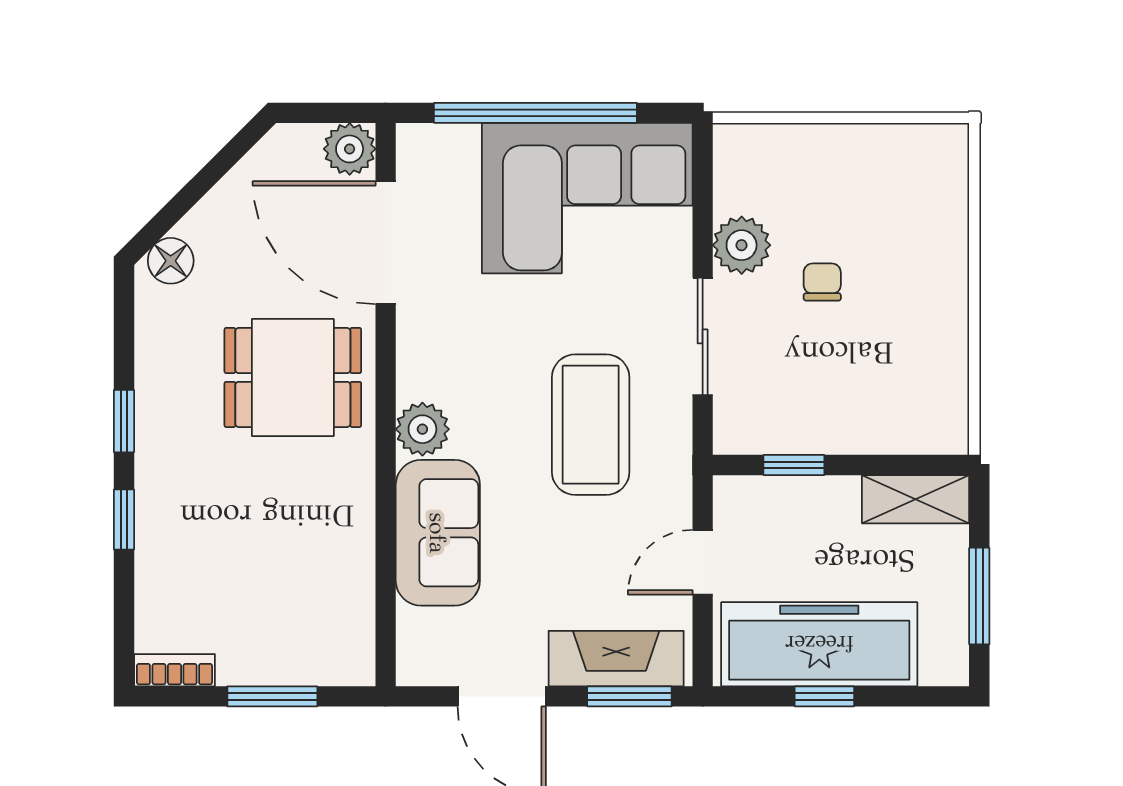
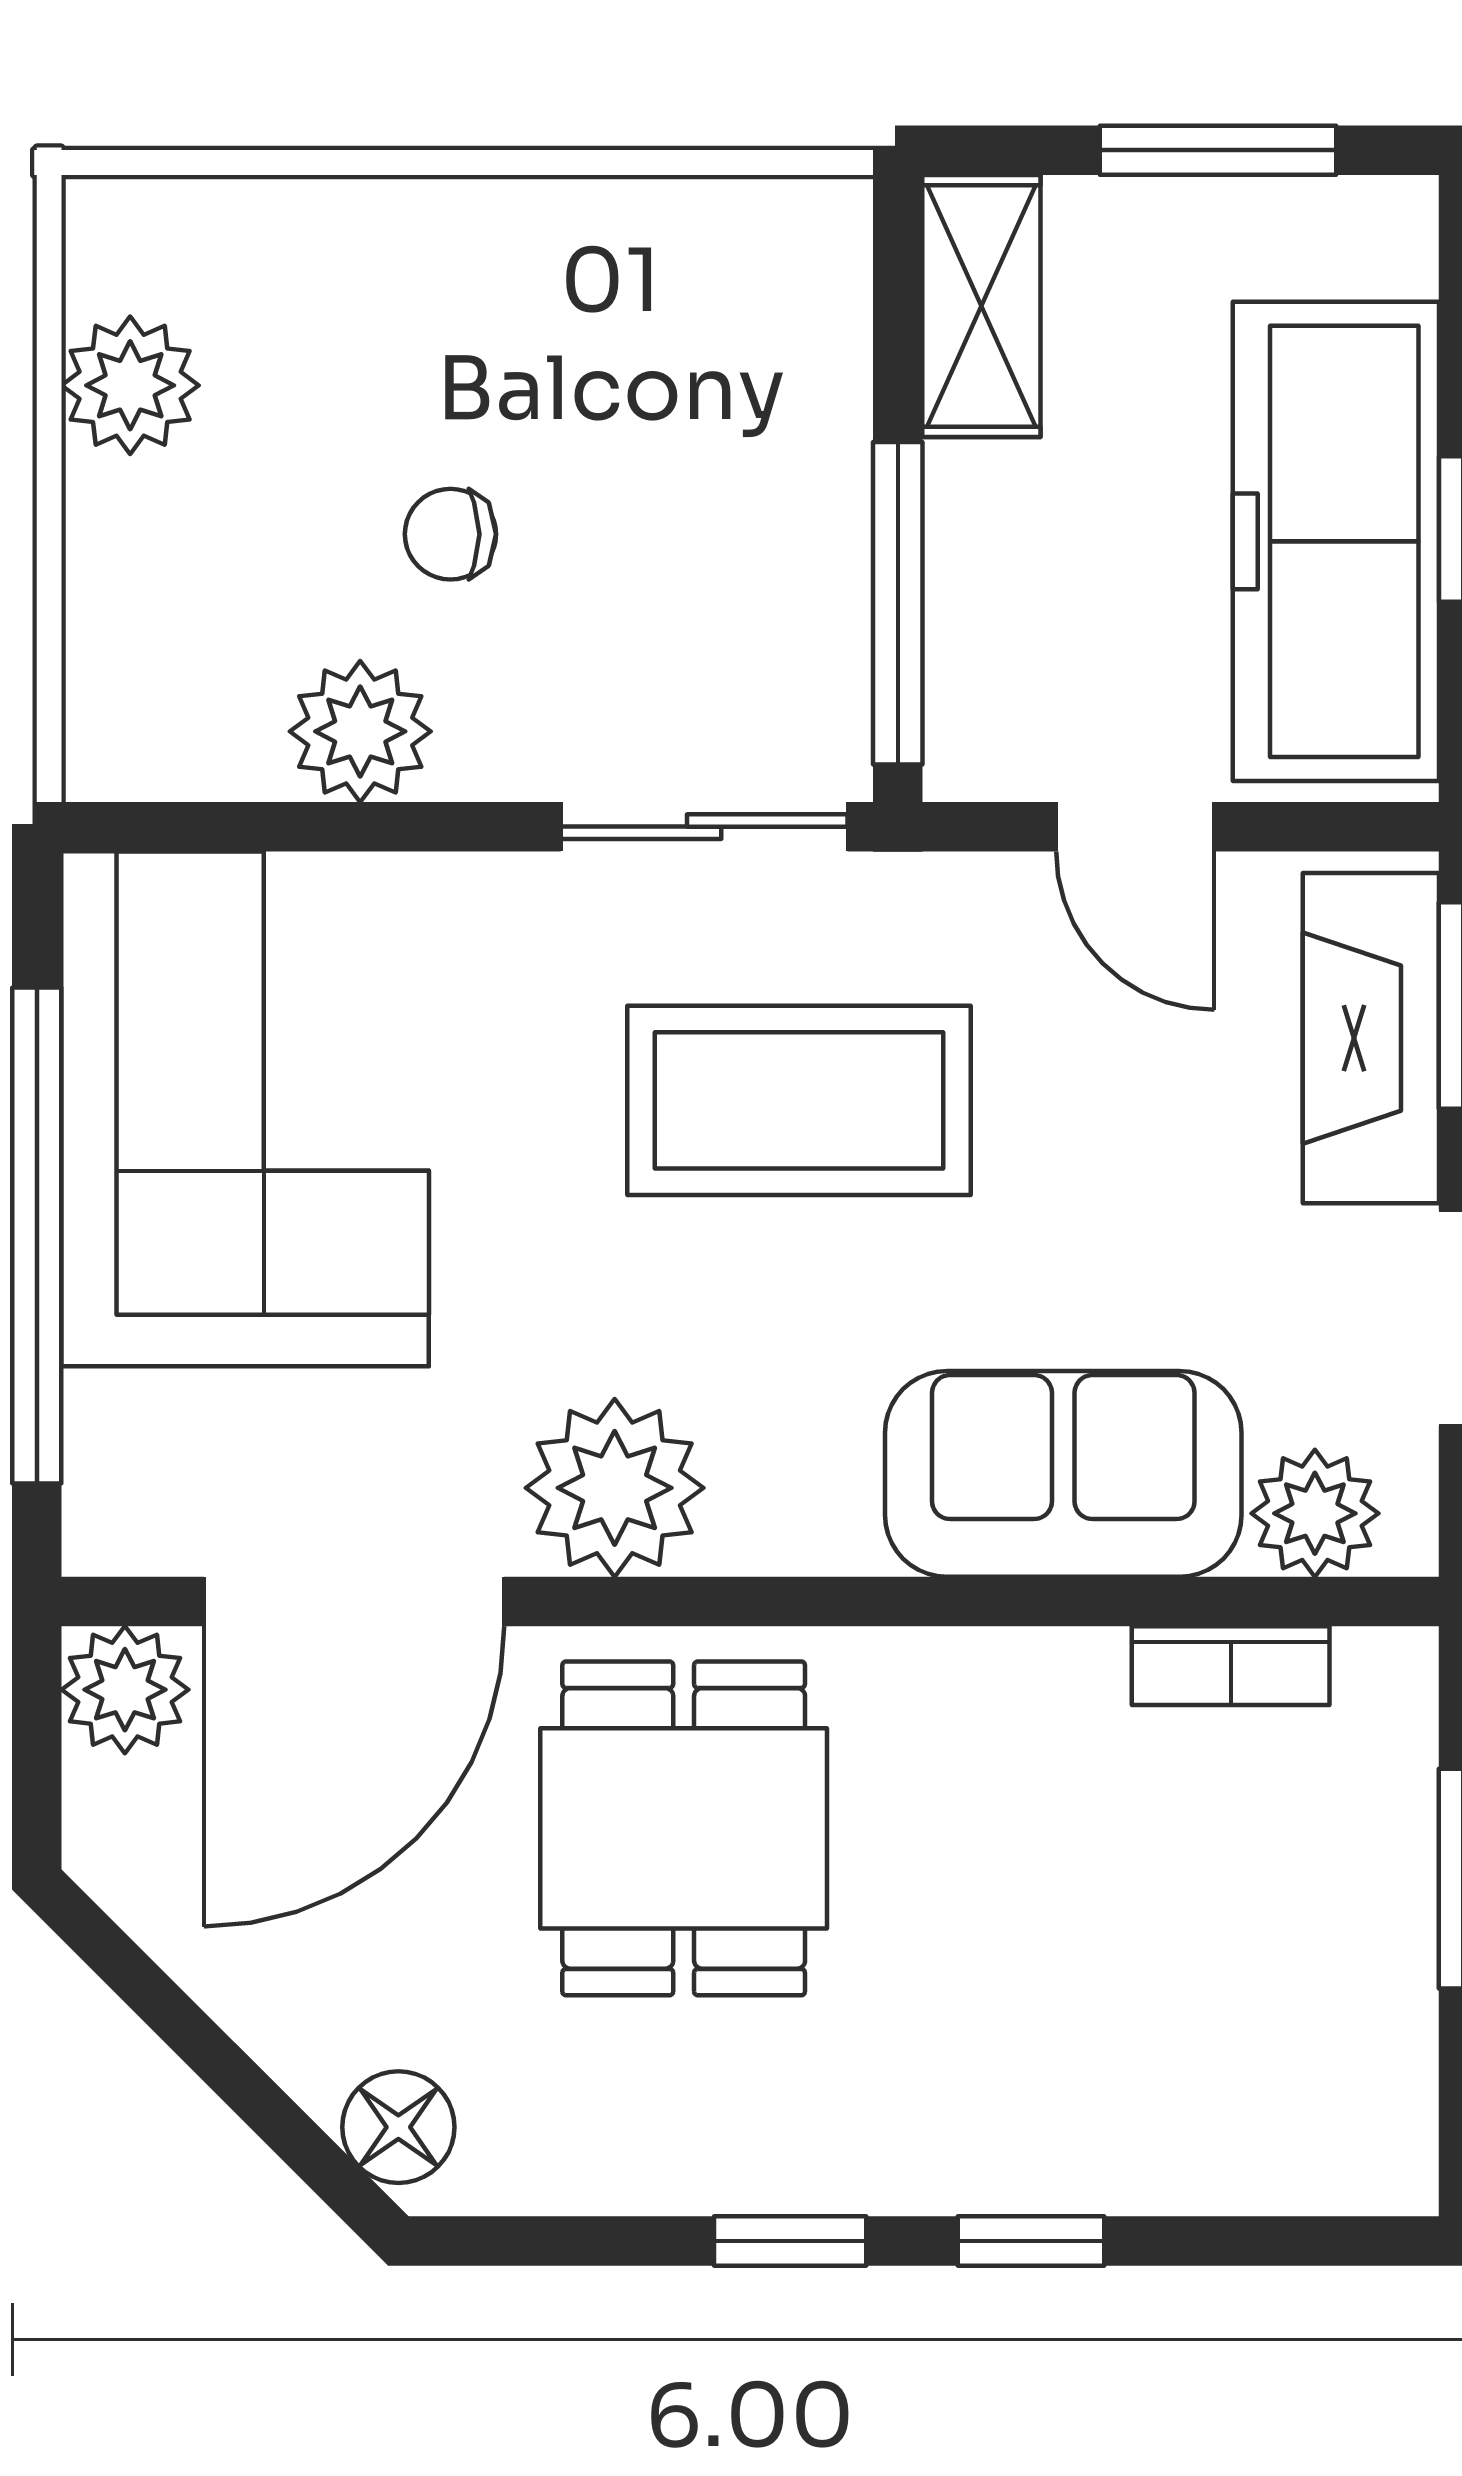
plant: (883, 151) -> (130, 385), added
sliding door: (703, 336) -> (704, 827), moved
plant: (422, 429) -> (615, 1488), moved, width x1.36, depth x1.36
window: (794, 465) -> (898, 603), width x2.17
plant: (422, 636) -> (1315, 1513), added
bookcase: (175, 670) -> (1231, 1666), moved, turned -90

